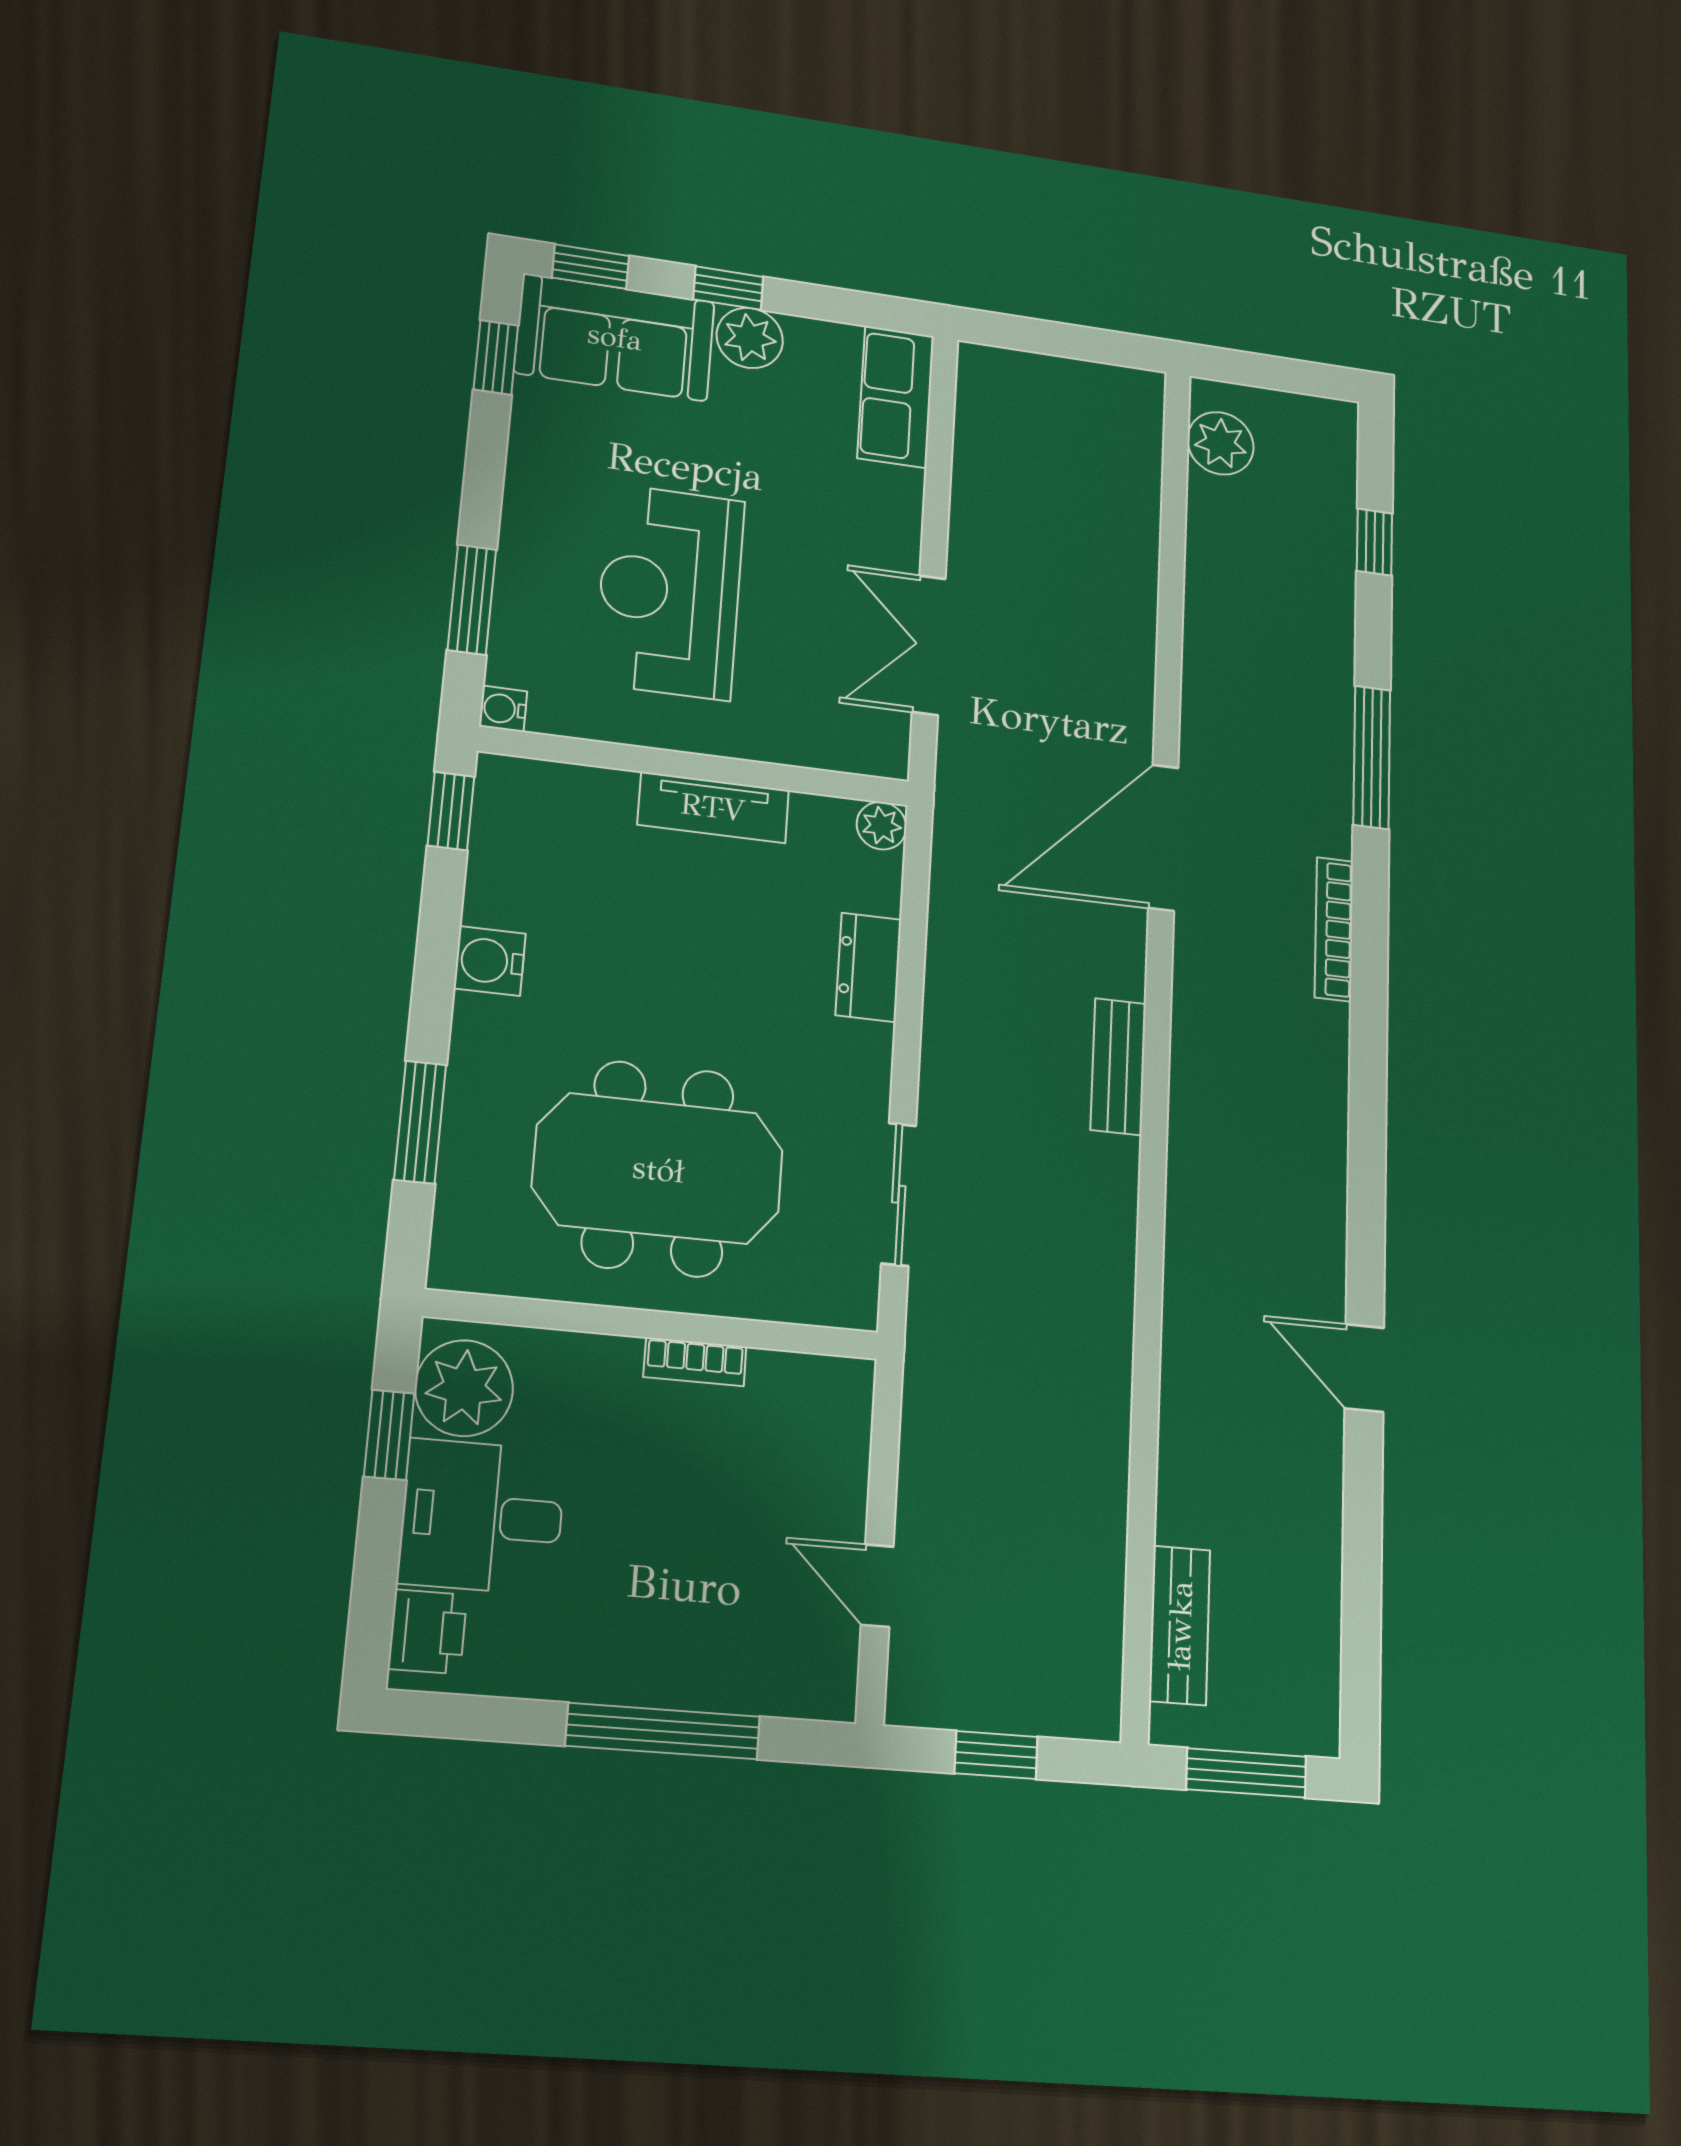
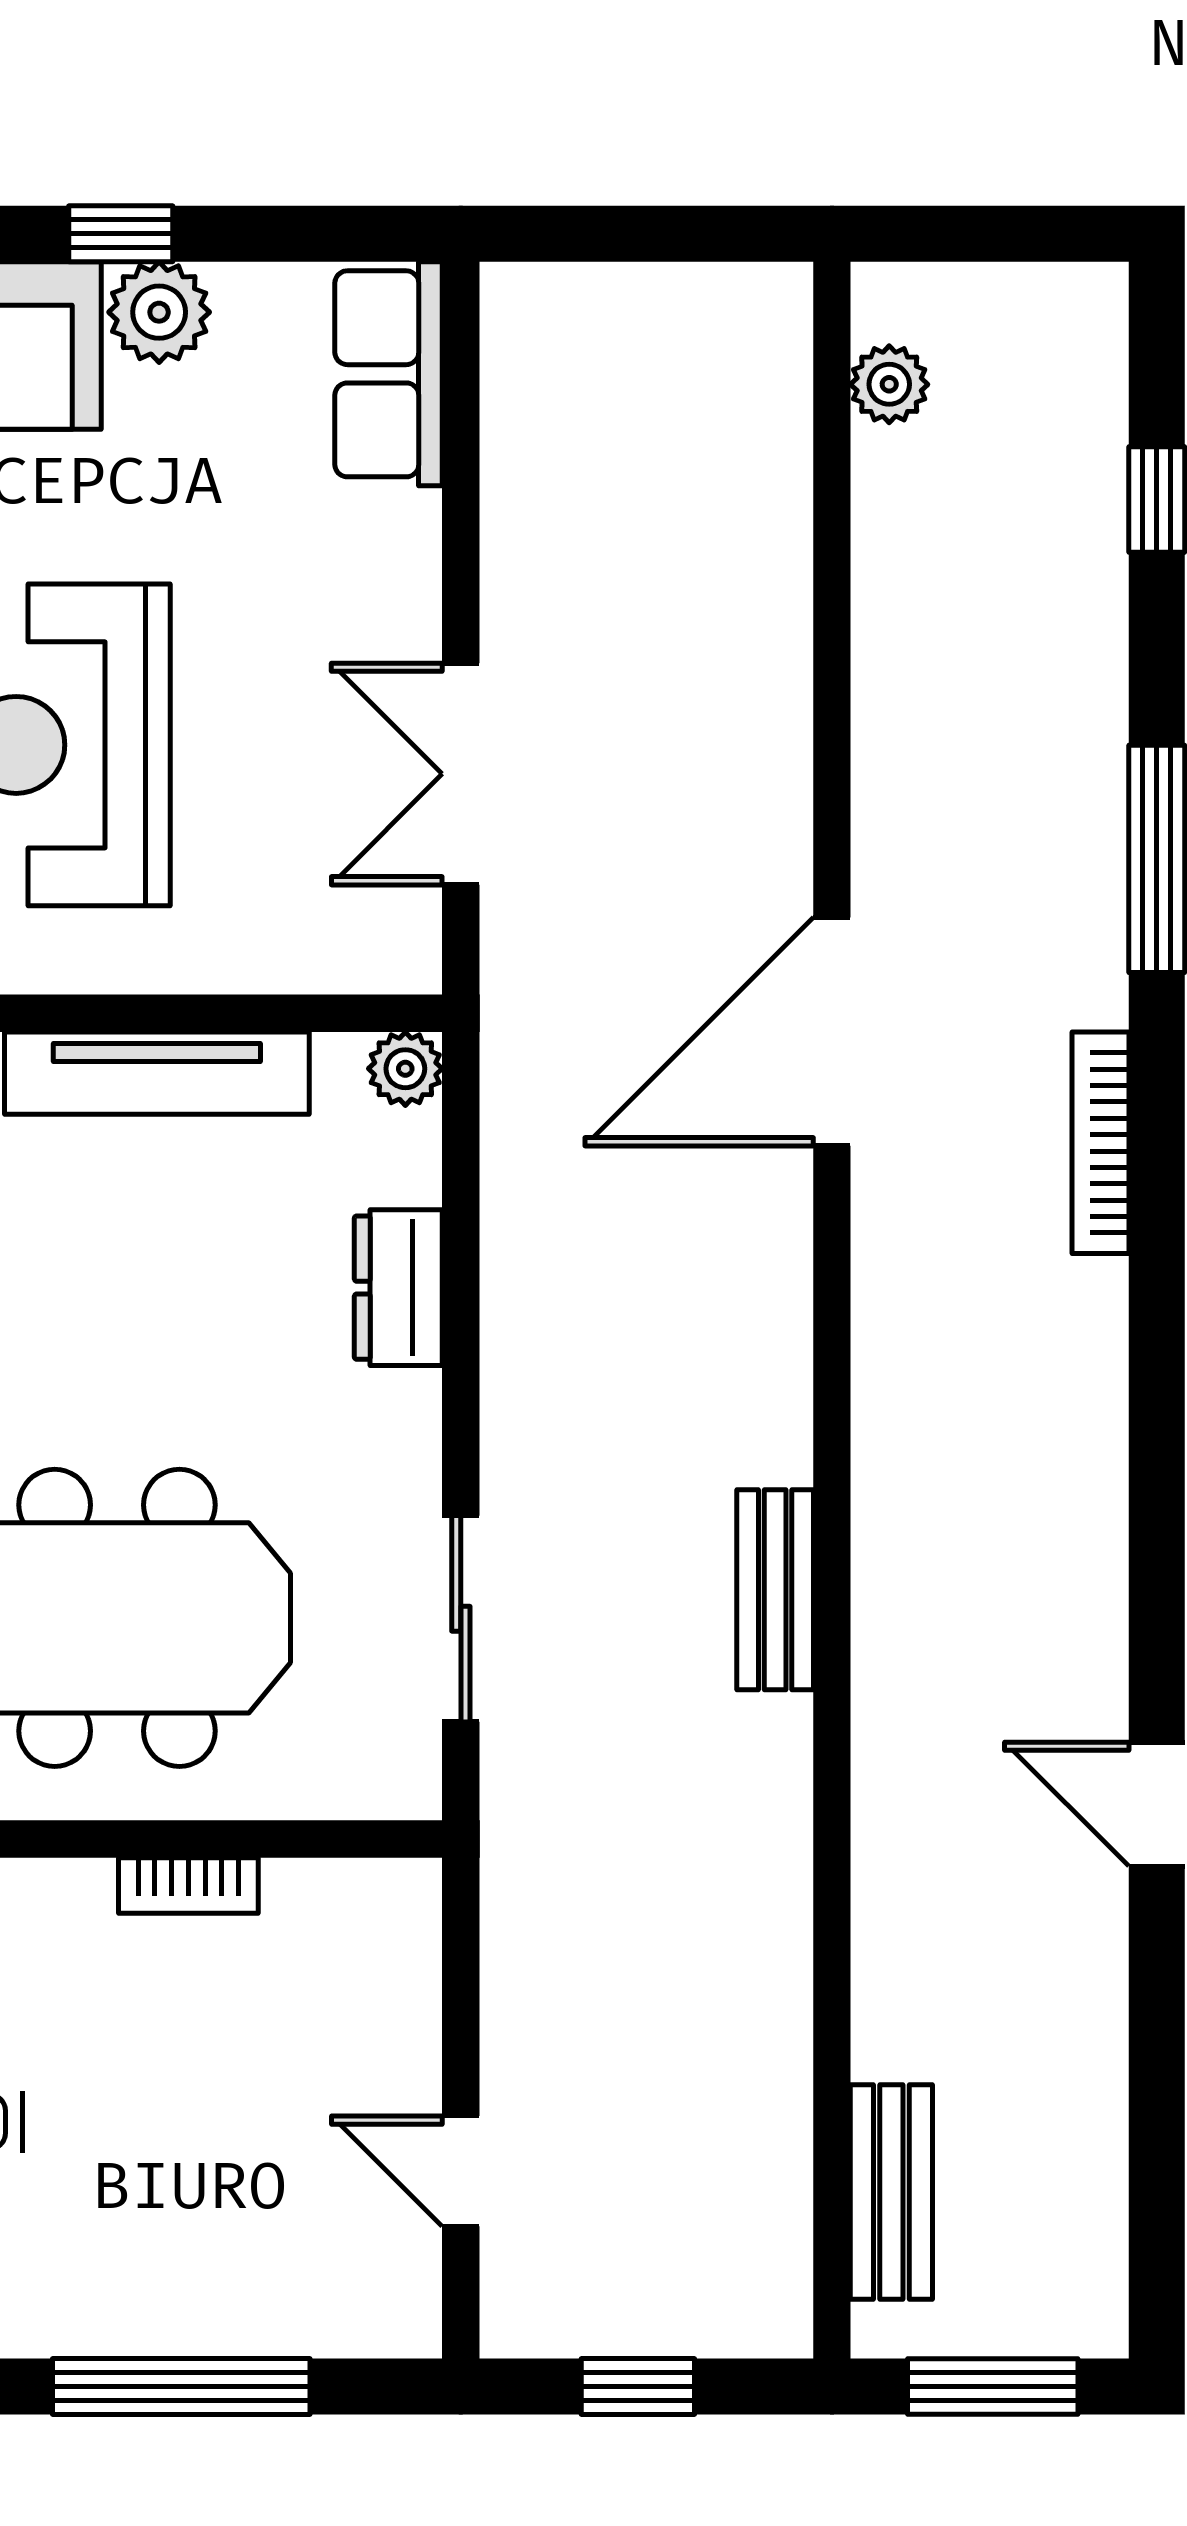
plant: (1220, 443) -> (889, 384), width x0.73, depth x0.73
tv unit: (713, 807) -> (157, 1073), width x1.41
bench: (1118, 1067) -> (775, 1590), moved

